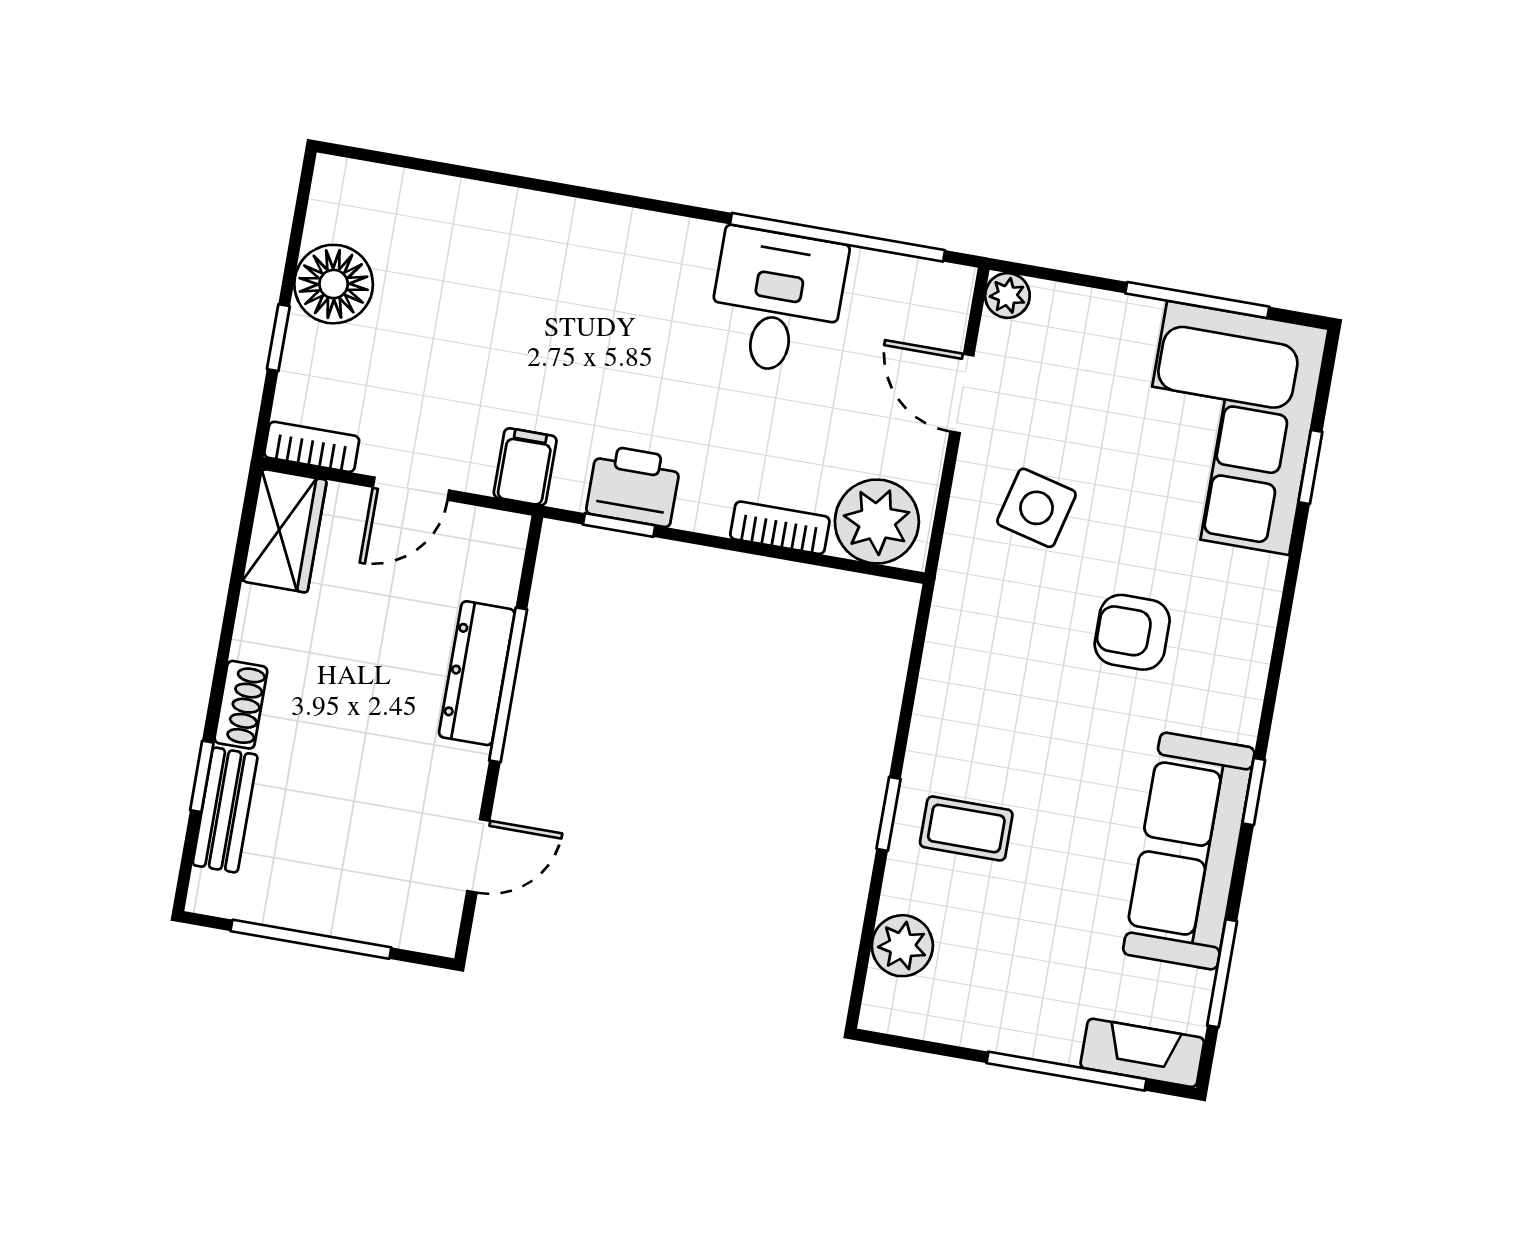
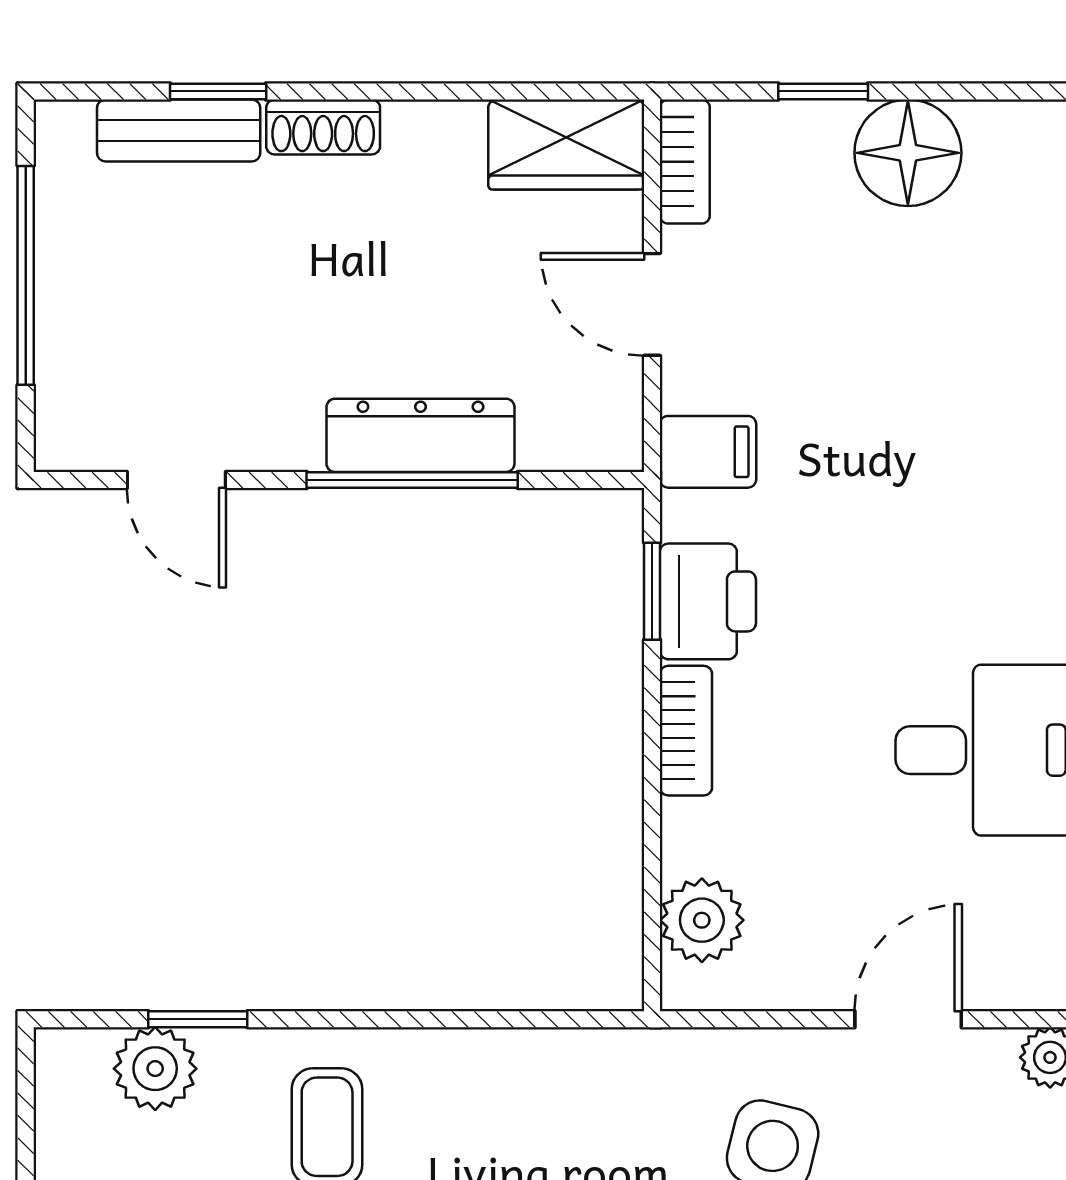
plant: (877, 521) -> (702, 920), width x0.73, depth x0.73
bookcase: (780, 528) -> (686, 731), moved
window: (888, 814) -> (198, 1019), moved

